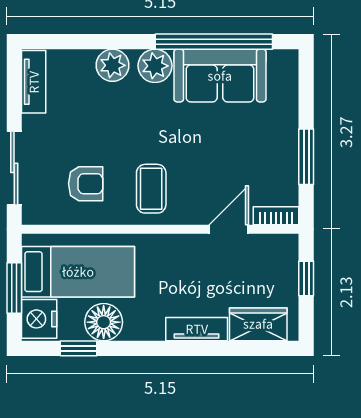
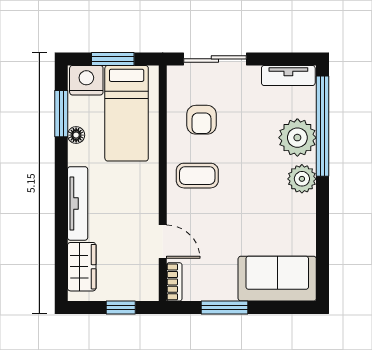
window: (214, 42) -> (323, 126), moved
plant: (112, 65) -> (297, 138), width x1.36, depth x1.36
sofa: (220, 76) -> (277, 279), moved, turned 90
floor lamp: (104, 322) -> (76, 135), width x0.53, depth x0.53
tv unit: (197, 329) -> (78, 203), width x1.41
window: (78, 348) -> (61, 114), width x1.50

